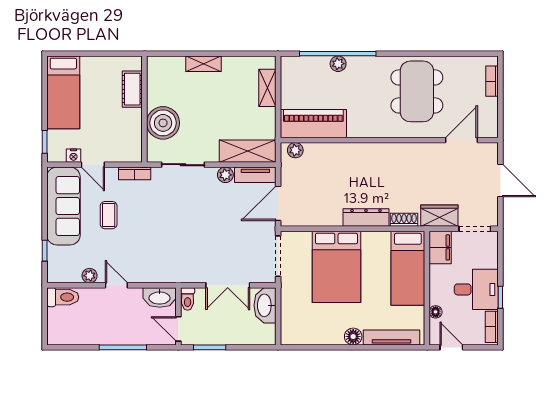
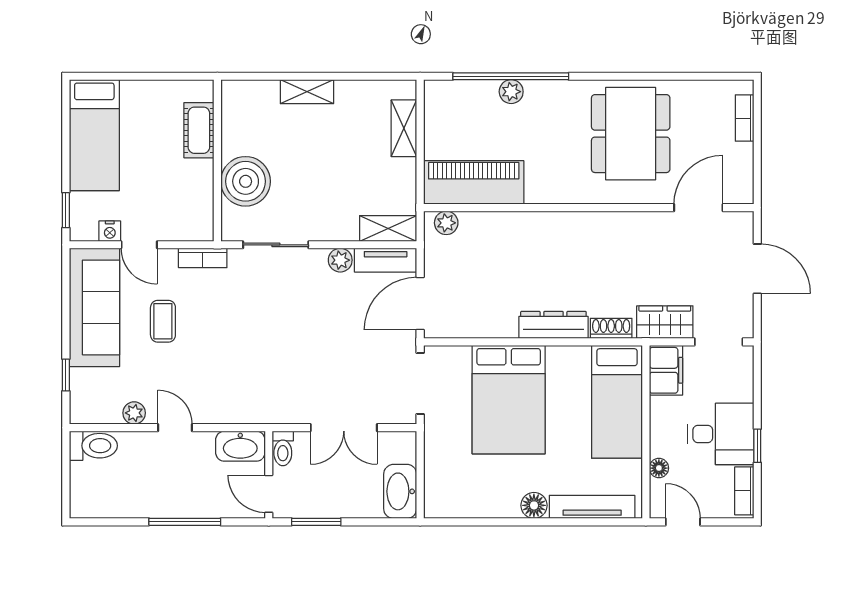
shelving: (248, 151) -> (388, 228), width x0.67, depth x0.75
washbasin: (265, 305) -> (400, 491), moved

